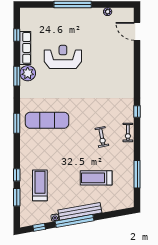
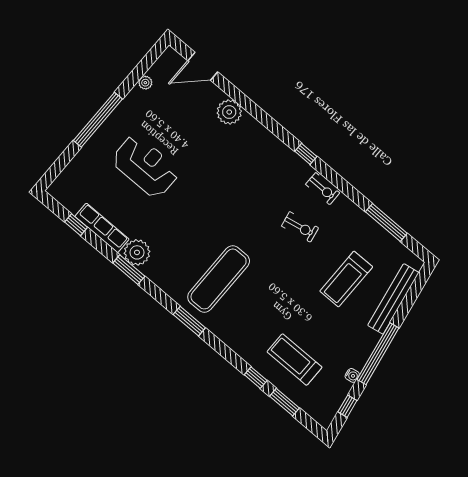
reception desk: (63, 57) -> (146, 166), moved, turned 90
plant: (127, 61) -> (229, 112), added
bench: (80, 211) -> (393, 299), moved

